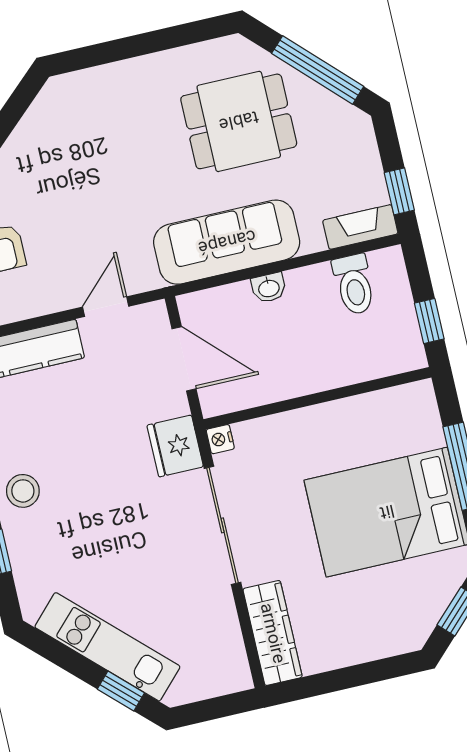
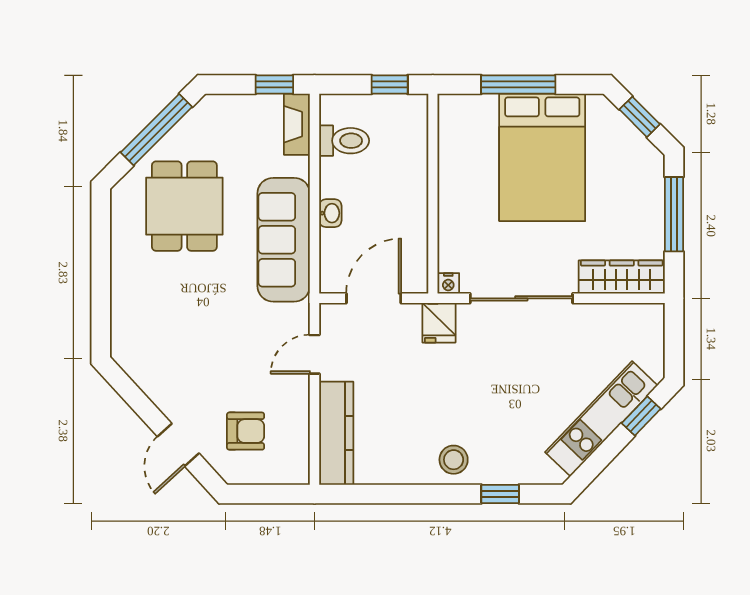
door: (106, 307) -> (315, 354), hinge flipped
fridge: (175, 446) -> (439, 323), width x0.72
window: (357, 675) -> (674, 214), added

